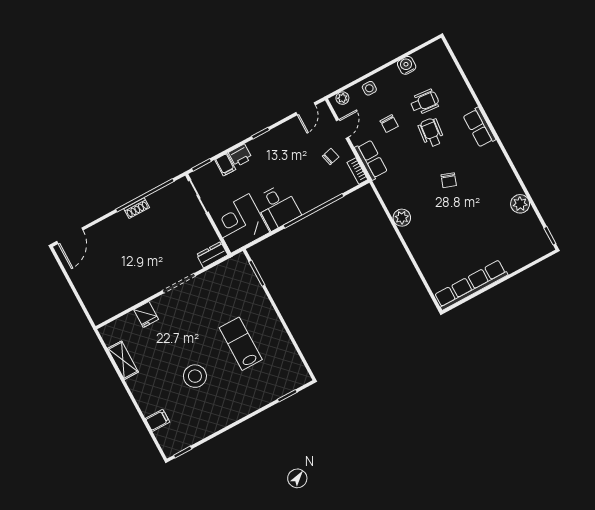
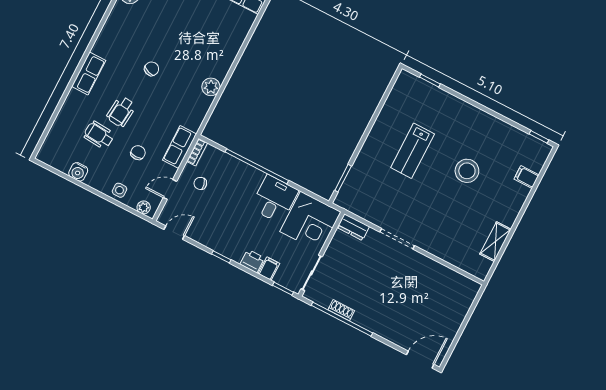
shoe rack: (137, 208) -> (341, 310), moved
fridge: (146, 314) -> (443, 248), removed

